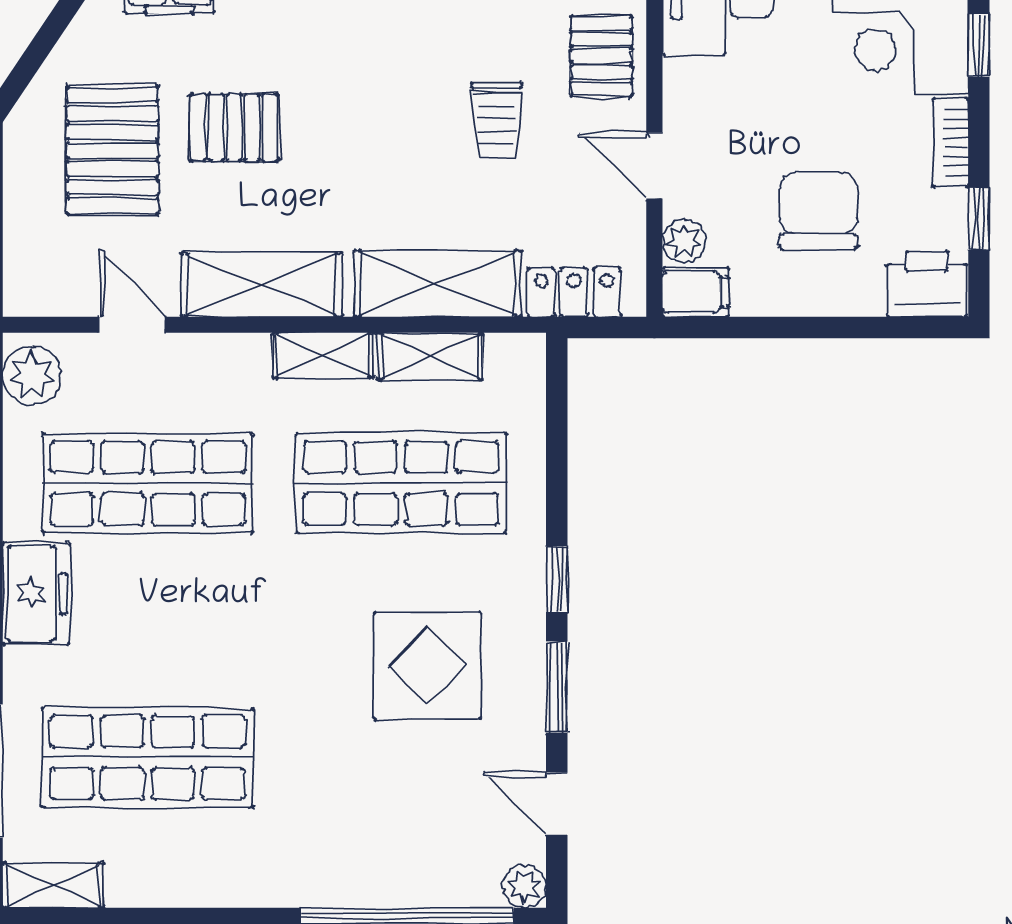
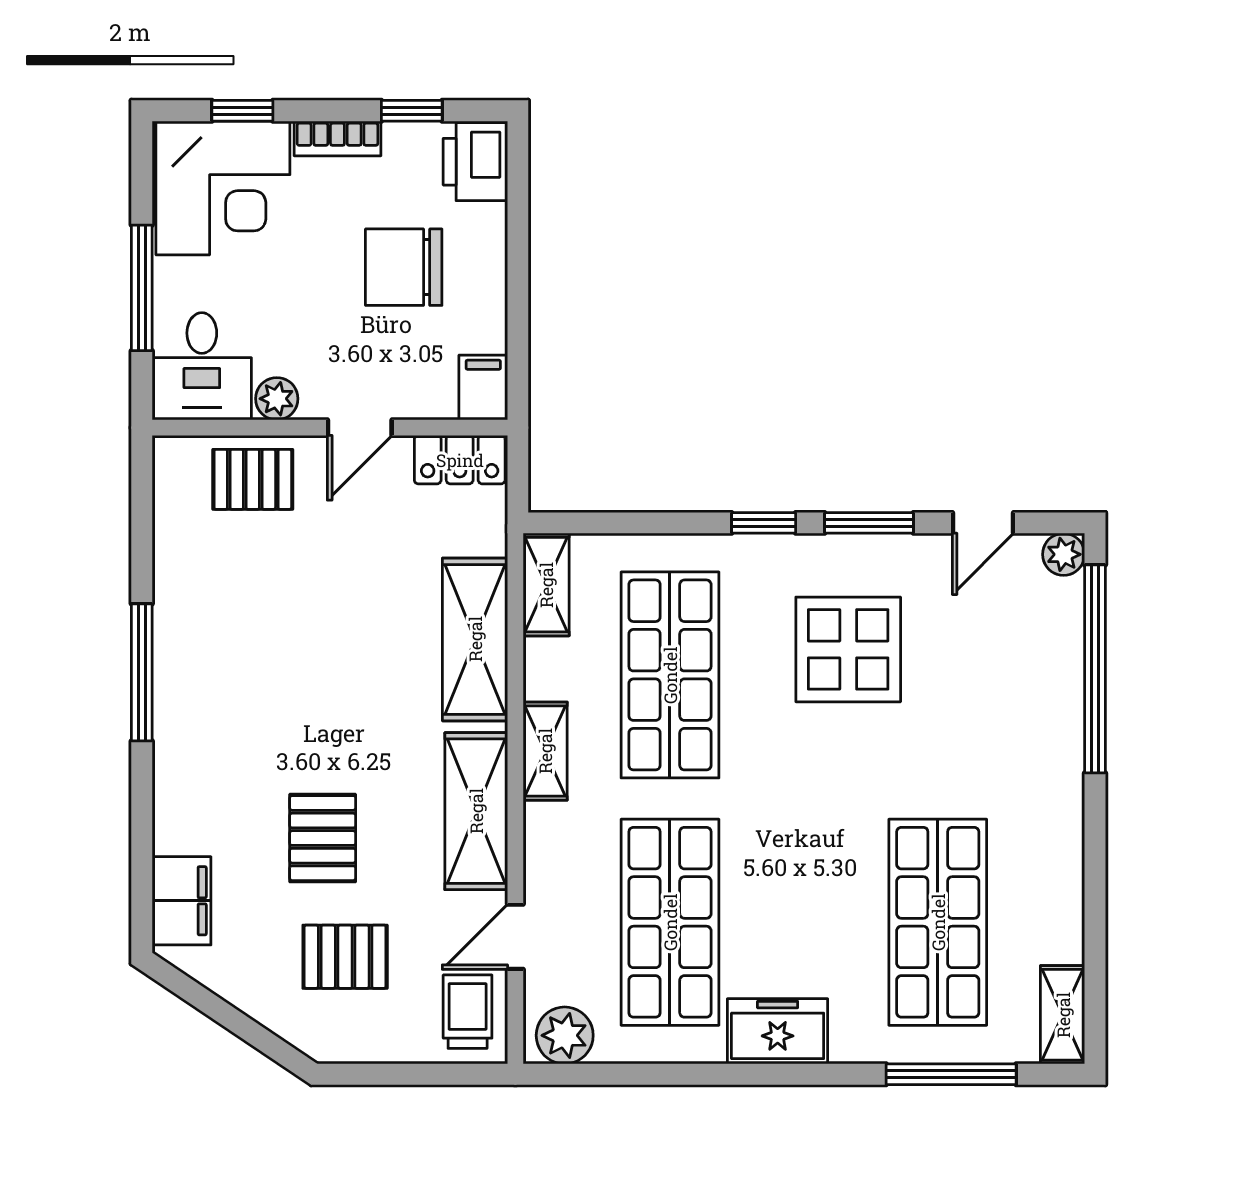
trolley: (497, 120) -> (468, 1012), moved, turned -90
pallet: (112, 150) -> (345, 957), width x0.67, depth x0.71
plant: (684, 241) -> (277, 399), moved
locker: (574, 292) -> (460, 460), moved, turned -90
shelving: (430, 356) -> (546, 585), moved

